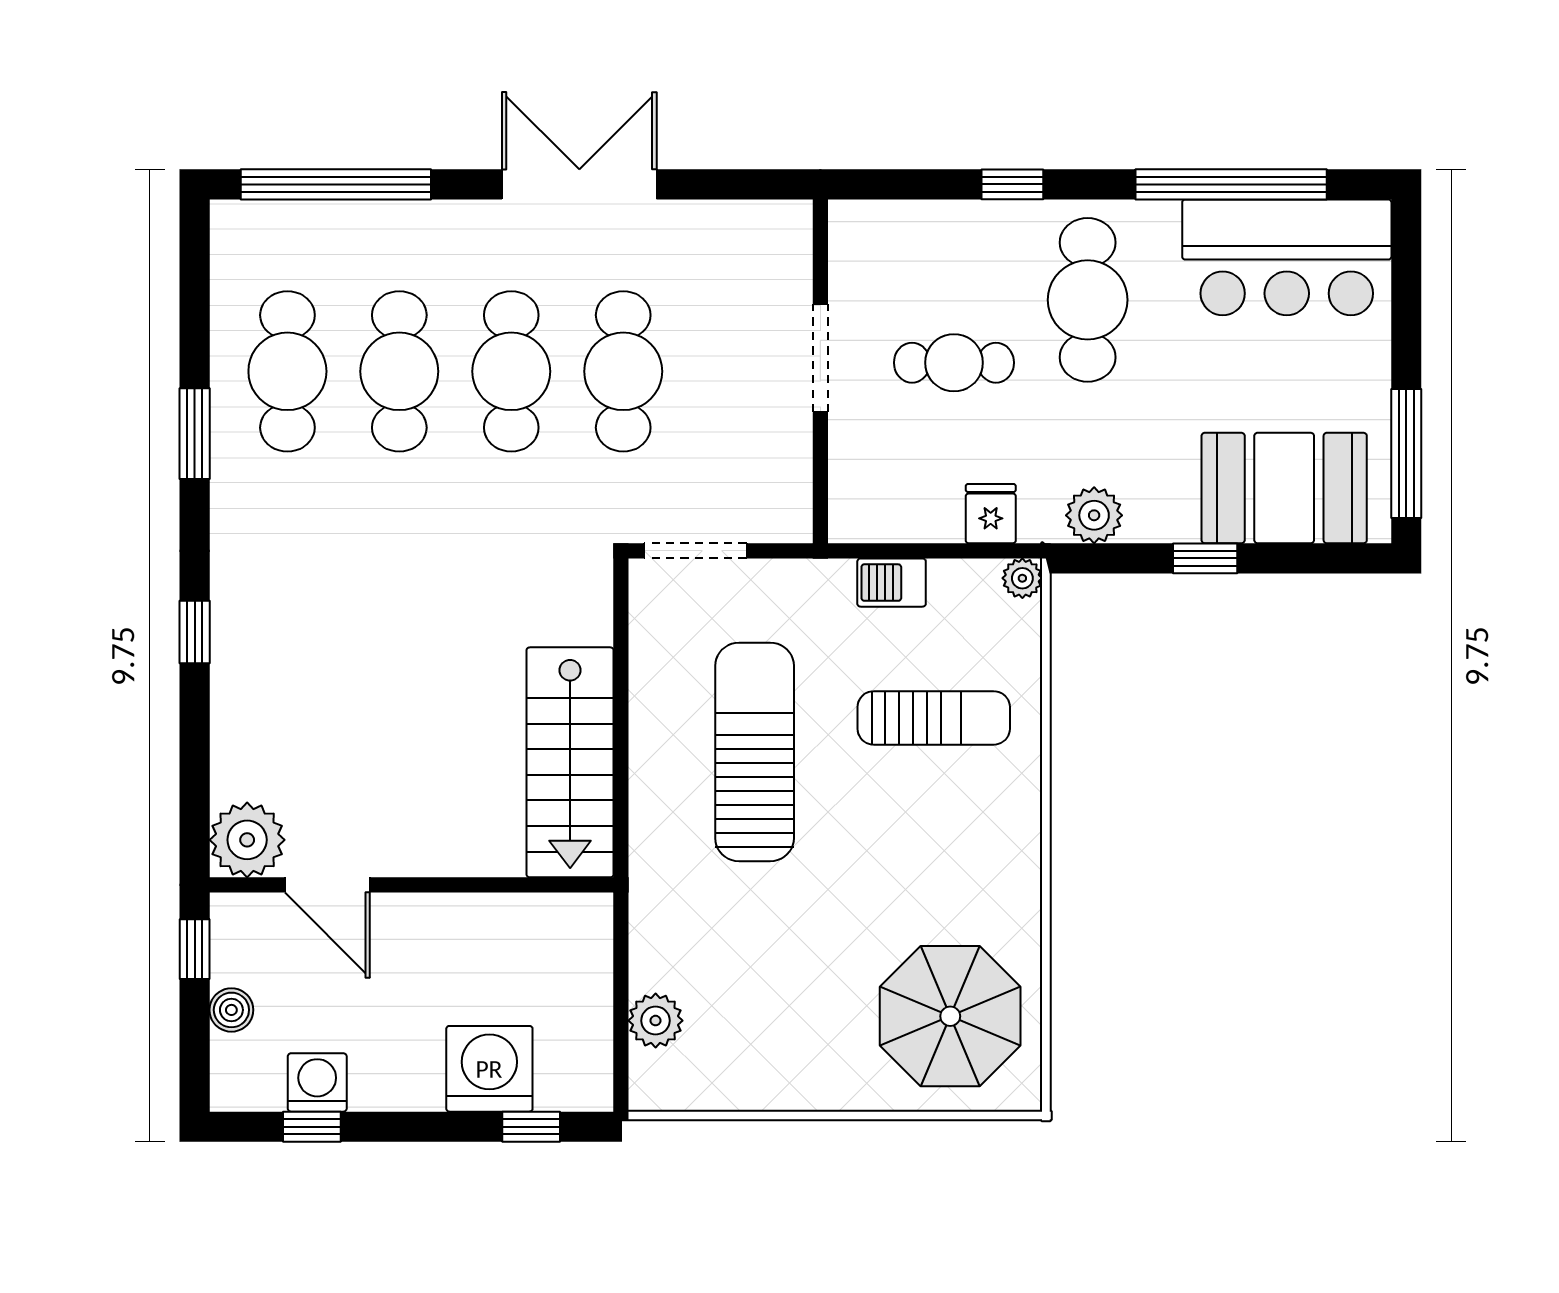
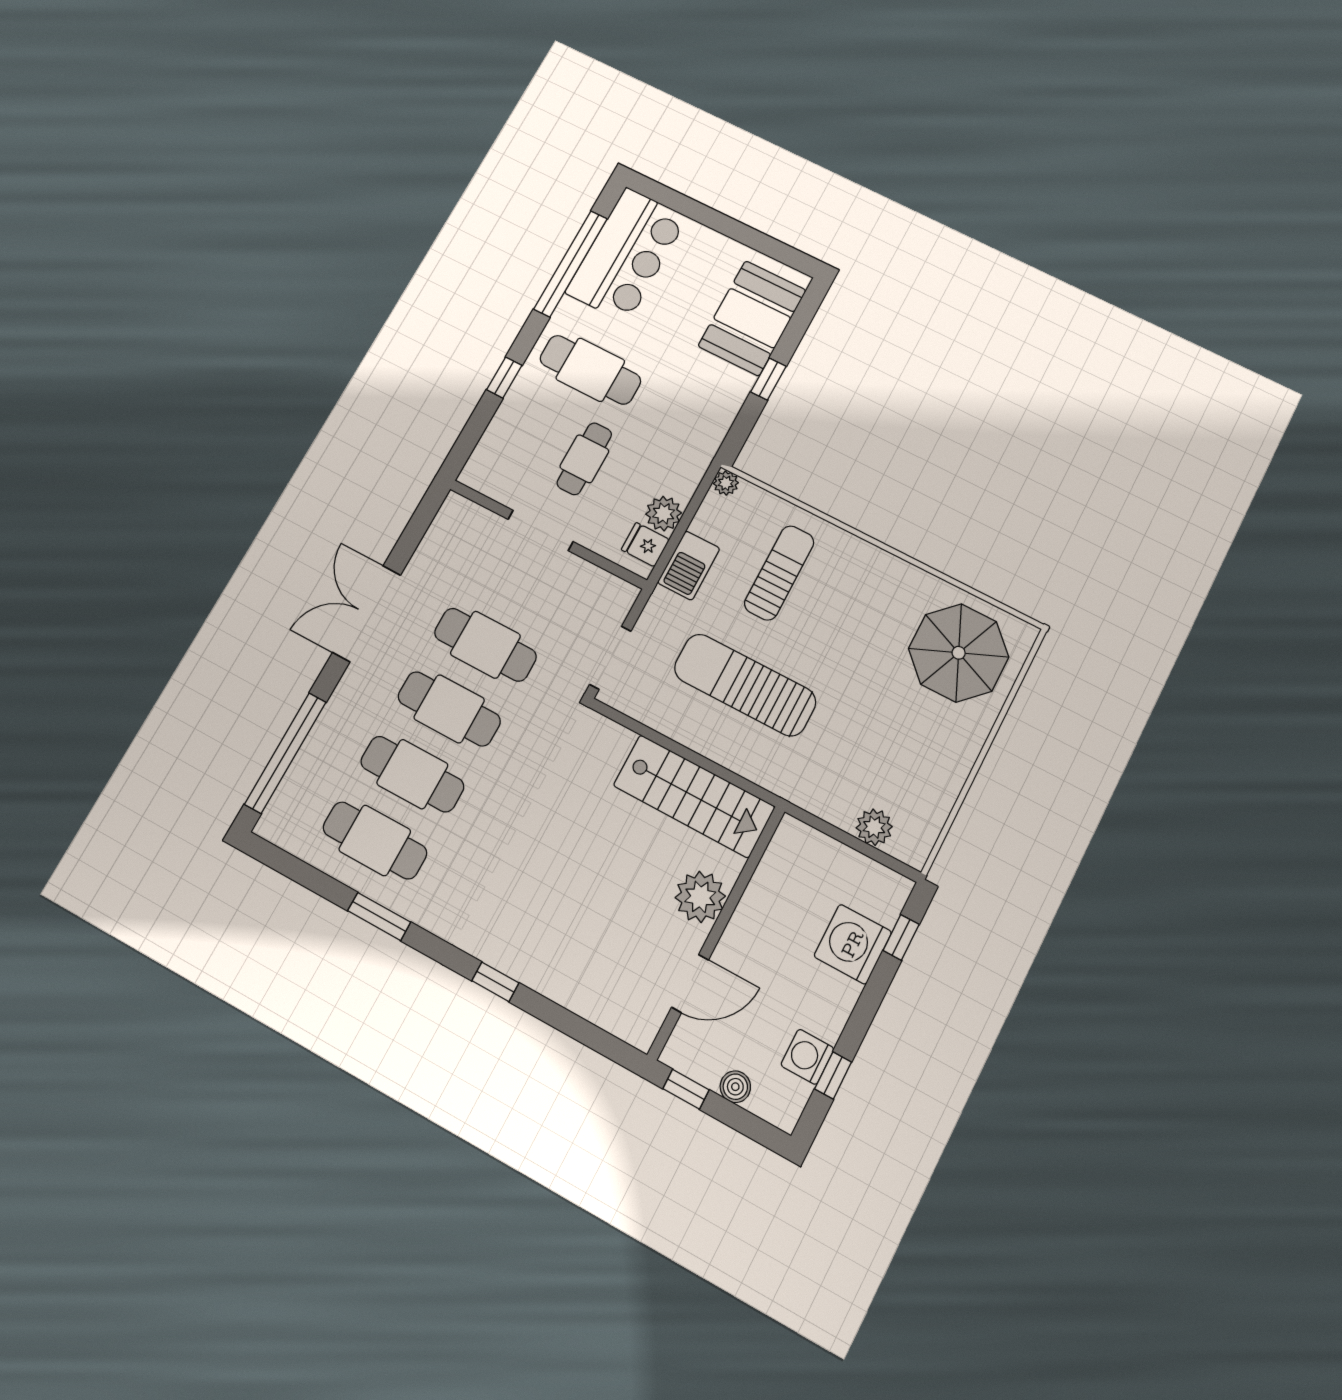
window: (1406, 453) -> (768, 246), removed
fridge: (991, 514) -> (645, 545), moved
plant: (1094, 515) -> (664, 514), moved
barbecue: (892, 583) -> (689, 566), width x1.38, depth x1.27
plant: (247, 840) -> (700, 897), moved

